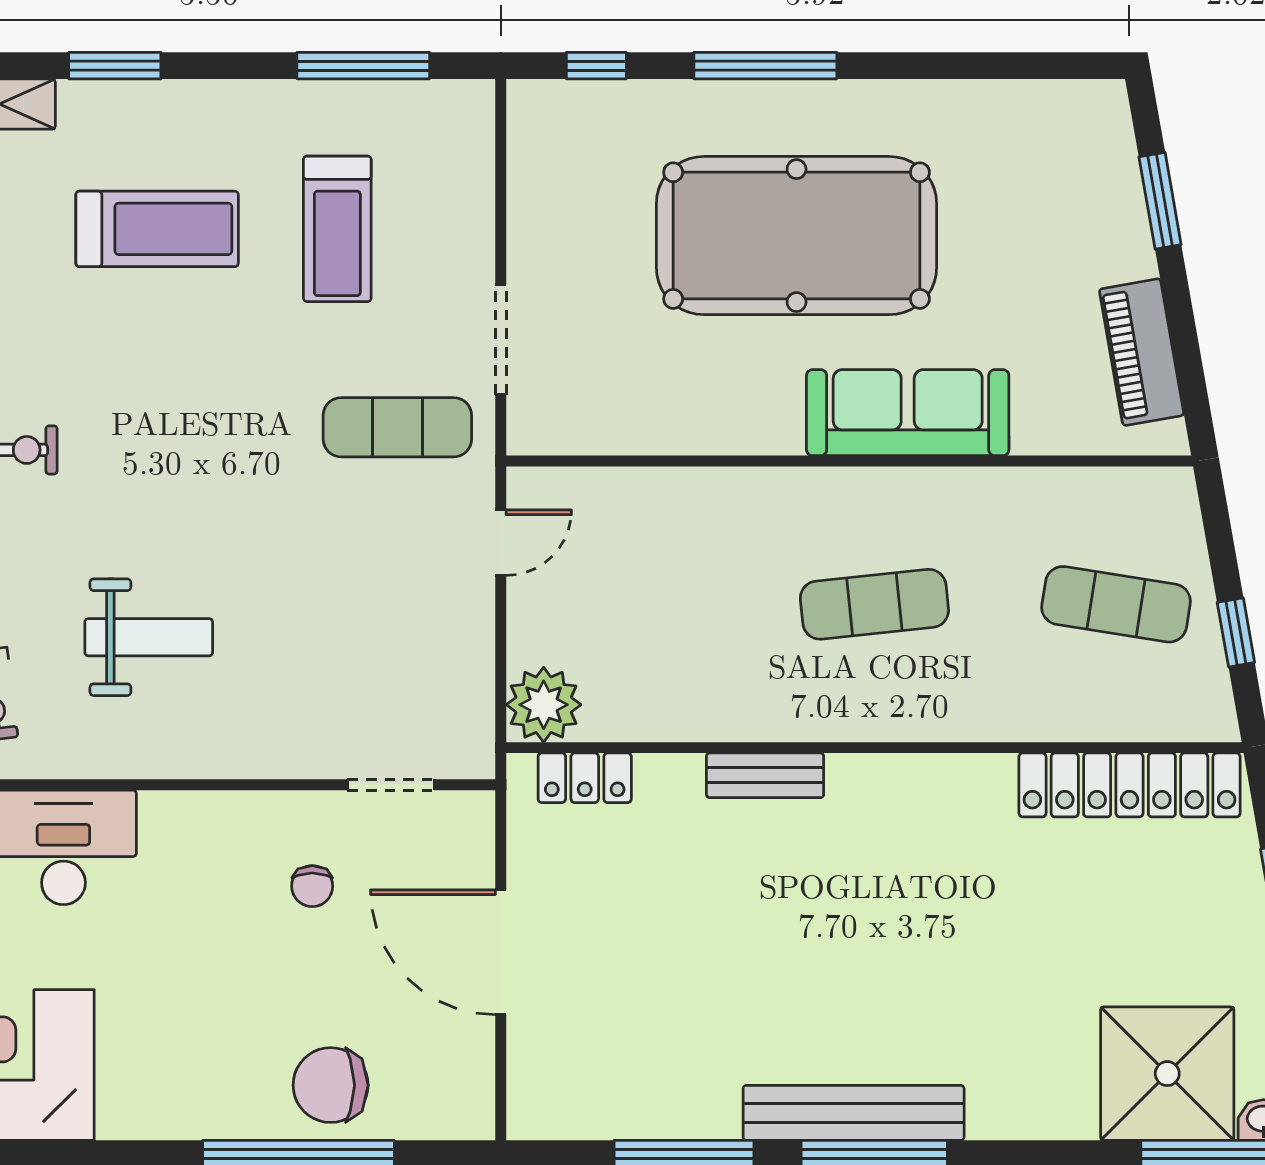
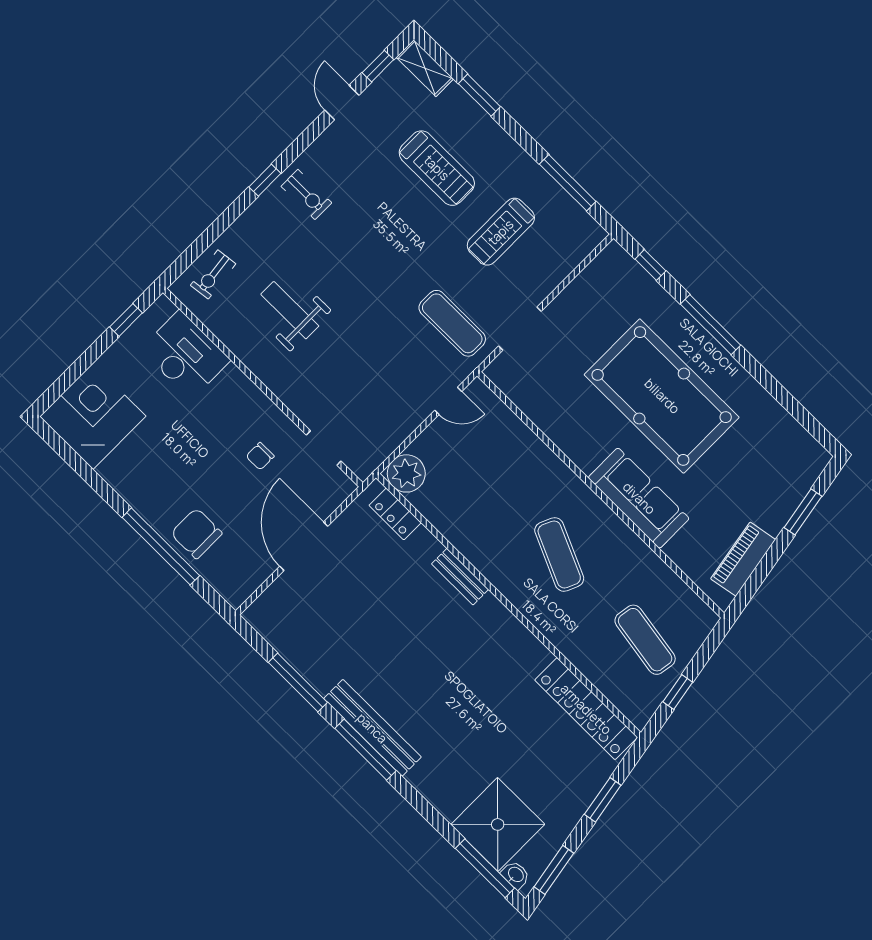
exercise mat: (874, 604) -> (559, 554), turned 30
weight bench: (149, 637) -> (290, 310), turned 180

